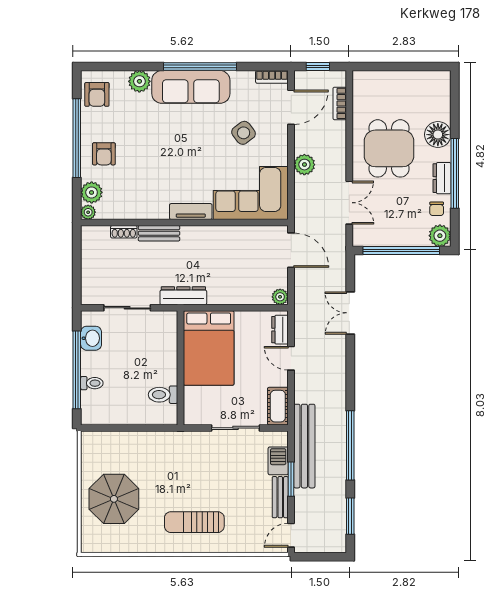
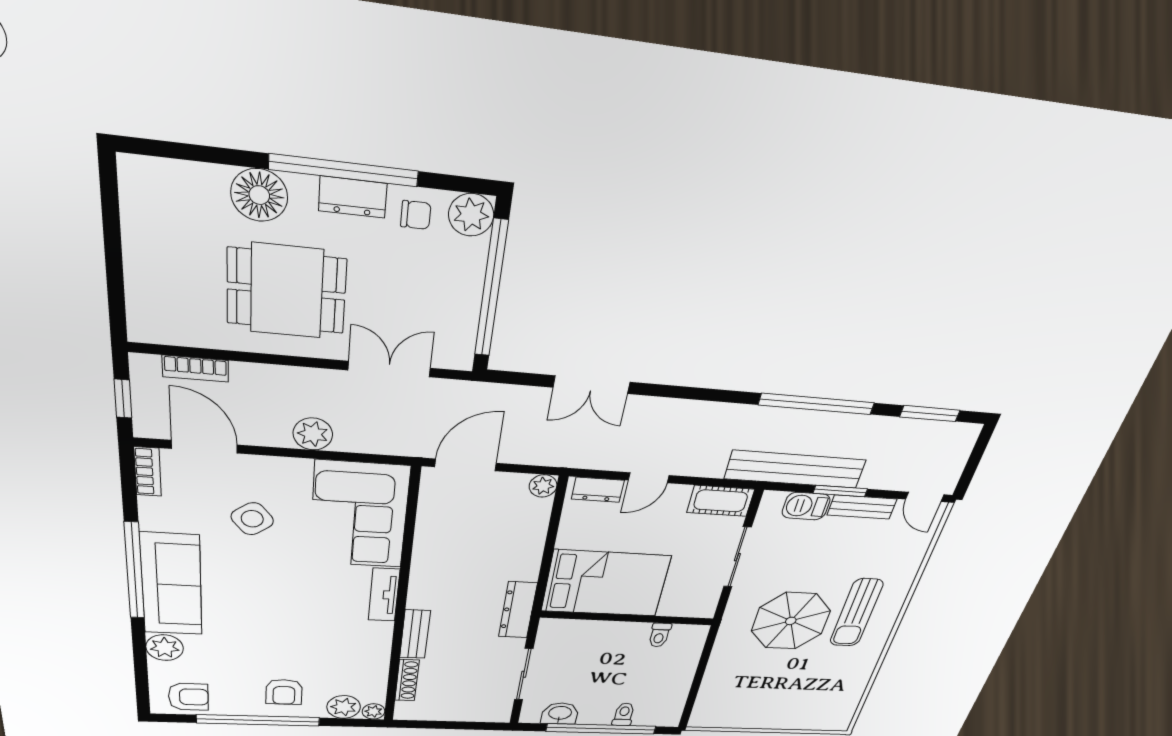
armchair: (104, 154) -> (284, 692), turned 90
shoe rack: (124, 232) -> (407, 680), width x1.43
toilet: (163, 395) -> (660, 635), width x0.73, depth x0.72
parasol: (114, 499) -> (791, 621), moved

